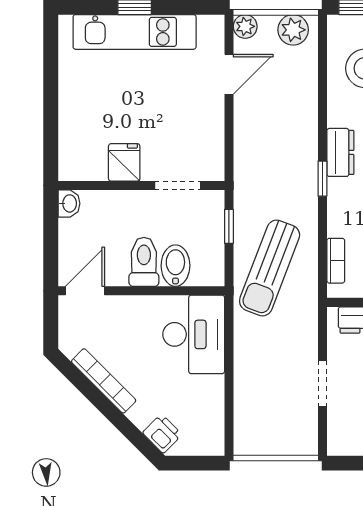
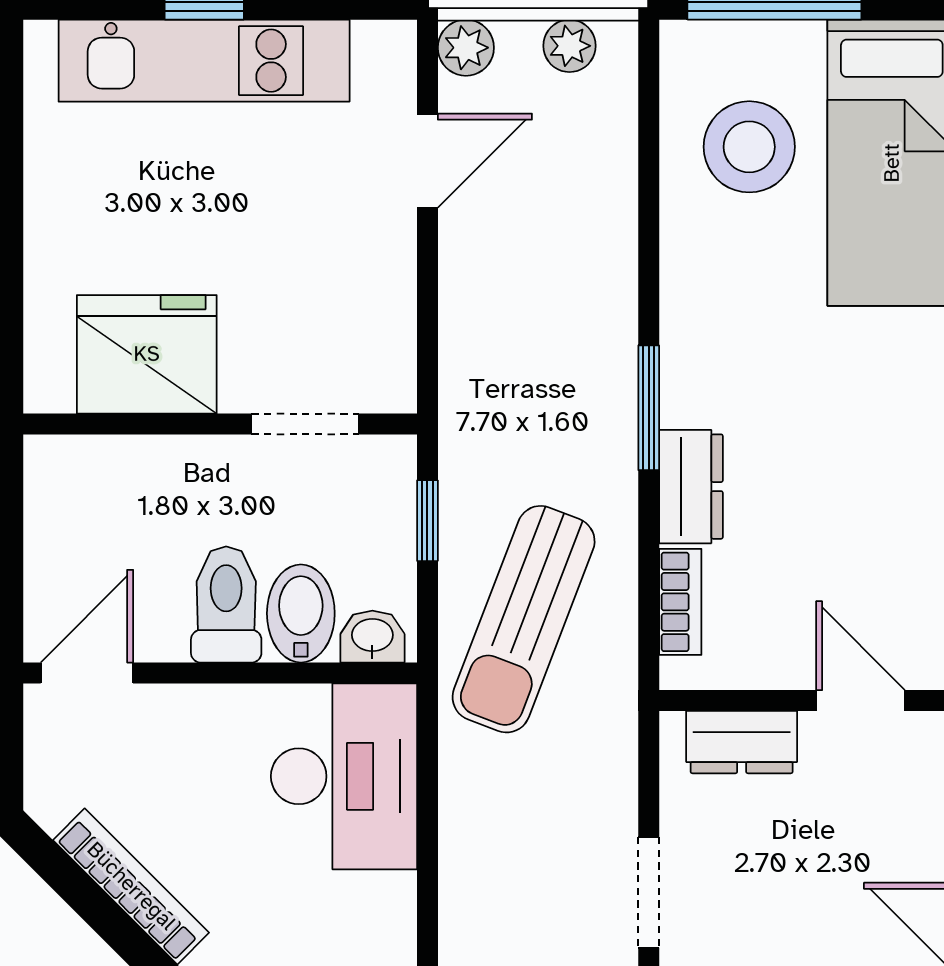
plant: (293, 30) -> (569, 46), width x0.73, depth x0.73
dresser: (340, 152) -> (691, 487), moved
fridge: (124, 162) -> (147, 354), width x1.88, depth x1.34
window: (322, 179) -> (649, 408), width x1.50
washbasin: (69, 203) -> (372, 637), moved, turned -90

